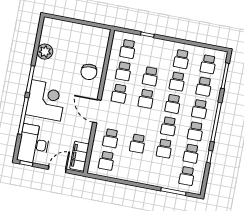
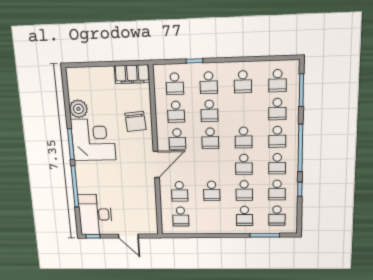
school desk: (177, 81) -> (209, 83), moved
corner desk: (46, 100) -> (93, 140), moved
door: (97, 111) -> (156, 164), swing flipped
filing cabinet: (79, 156) -> (132, 74), moved, turned -90
door: (57, 169) -> (128, 236), swing flipped
school desk: (160, 171) -> (245, 216), added

